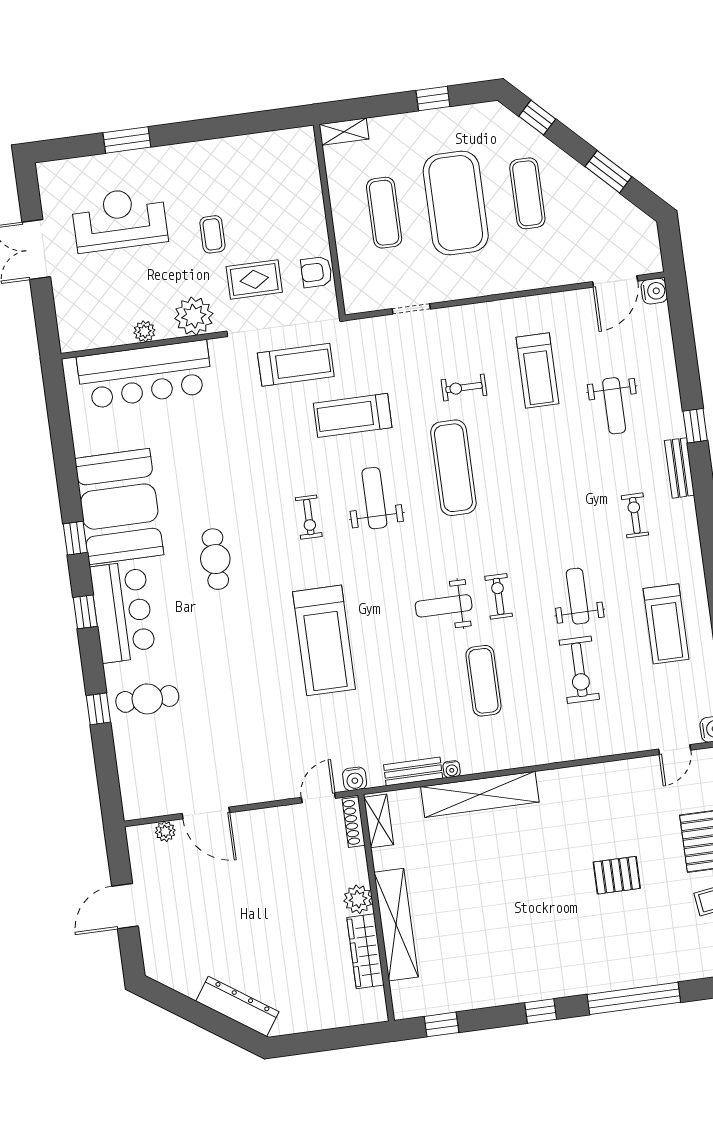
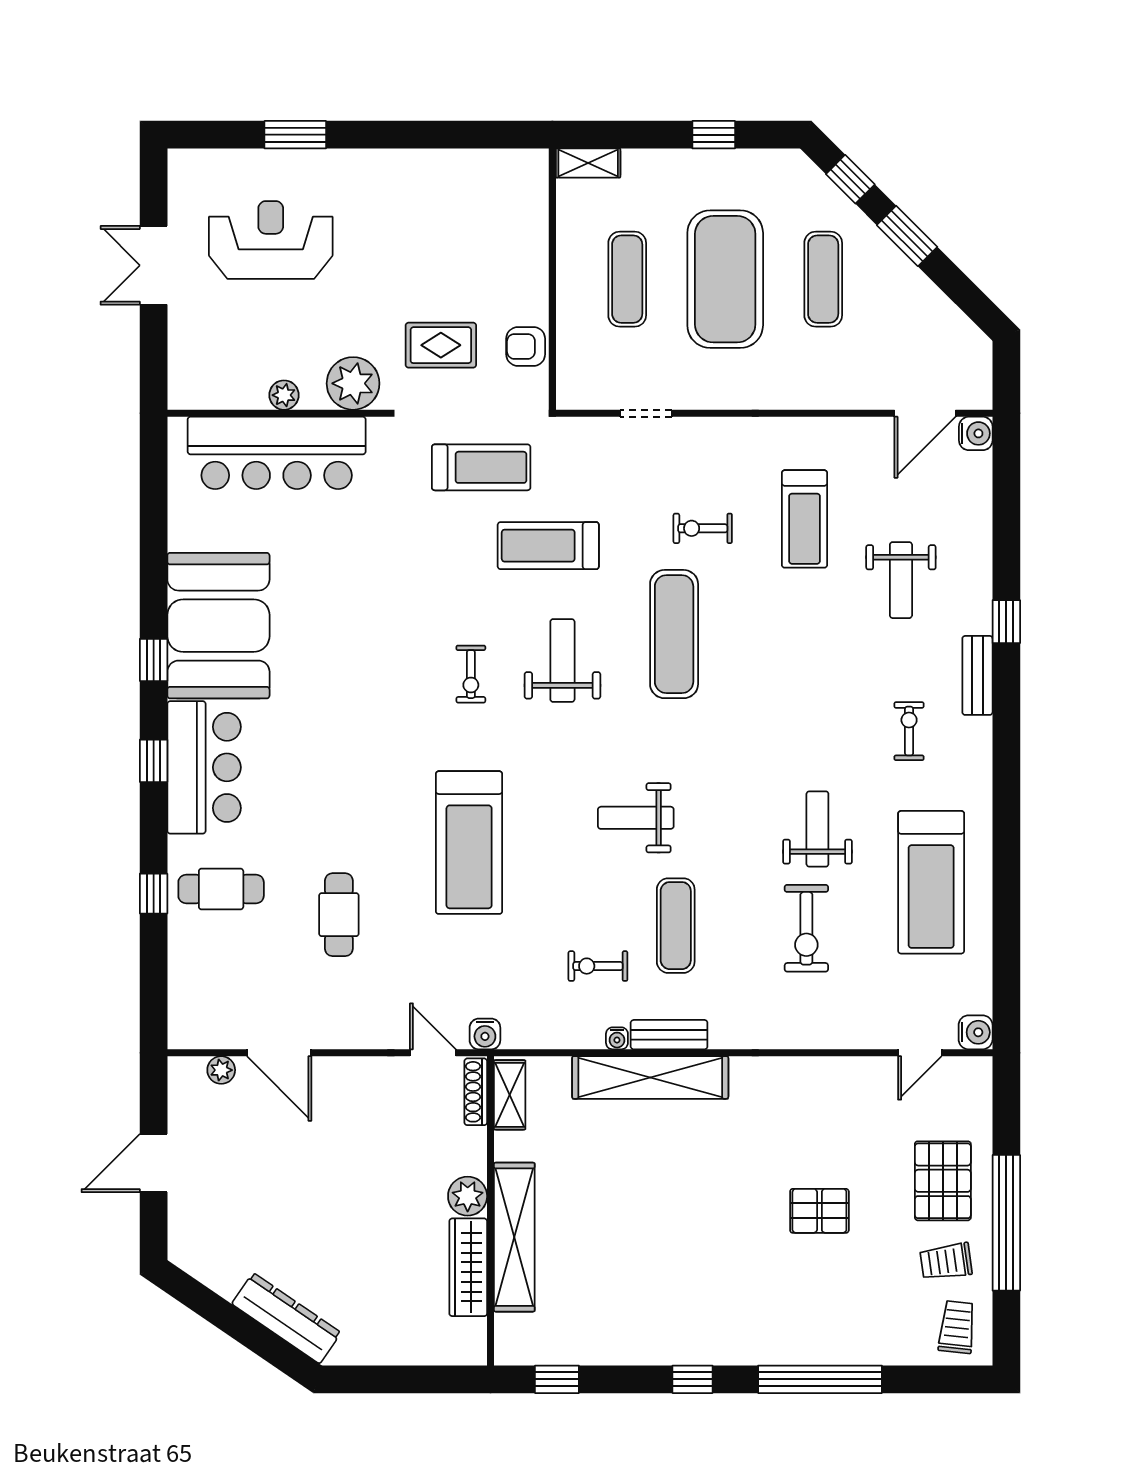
window: (608, 172) -> (907, 236), moved
coffee table: (212, 234) -> (393, 277), removed
cafe table: (215, 559) -> (339, 915), moved
exercise bike: (499, 596) -> (598, 966), moved, turned -90
treadmill: (666, 624) -> (931, 882), width x1.37, depth x1.38
bench: (413, 771) -> (669, 1035), moved
door: (318, 798) -> (433, 1053), hinge flipped

